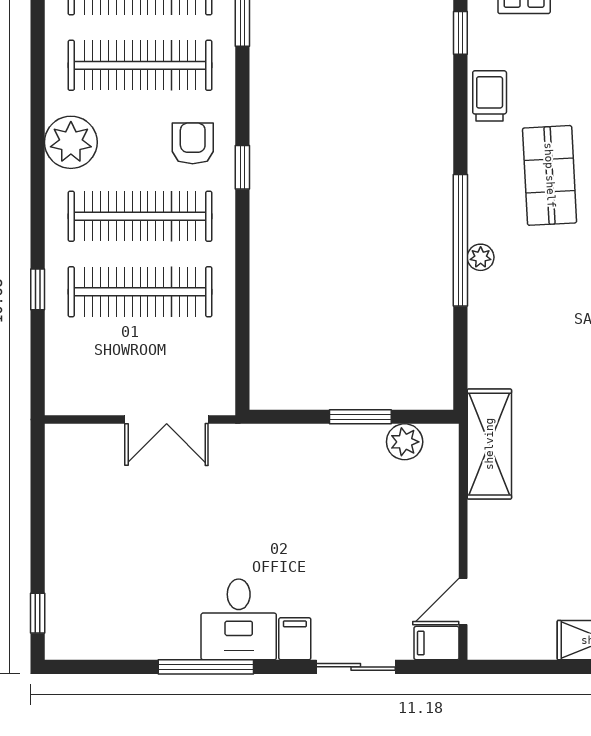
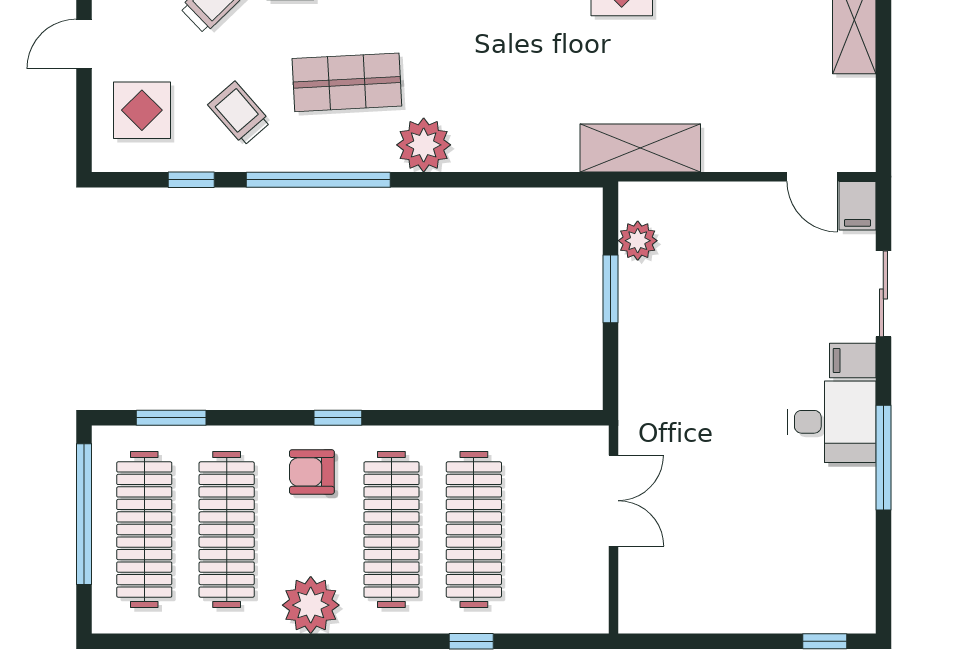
trolley: (490, 96) -> (239, 113), moved, turned 49
window: (460, 240) -> (318, 180), moved
plant: (481, 257) -> (424, 145), width x1.88, depth x1.88

